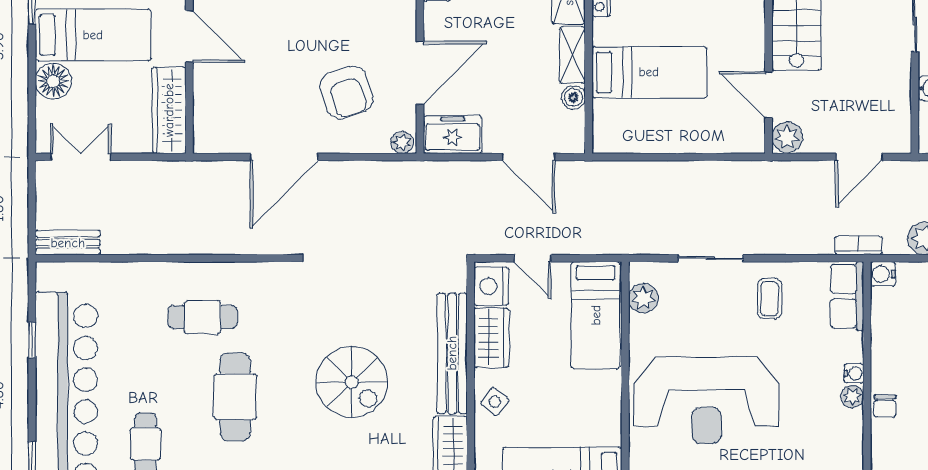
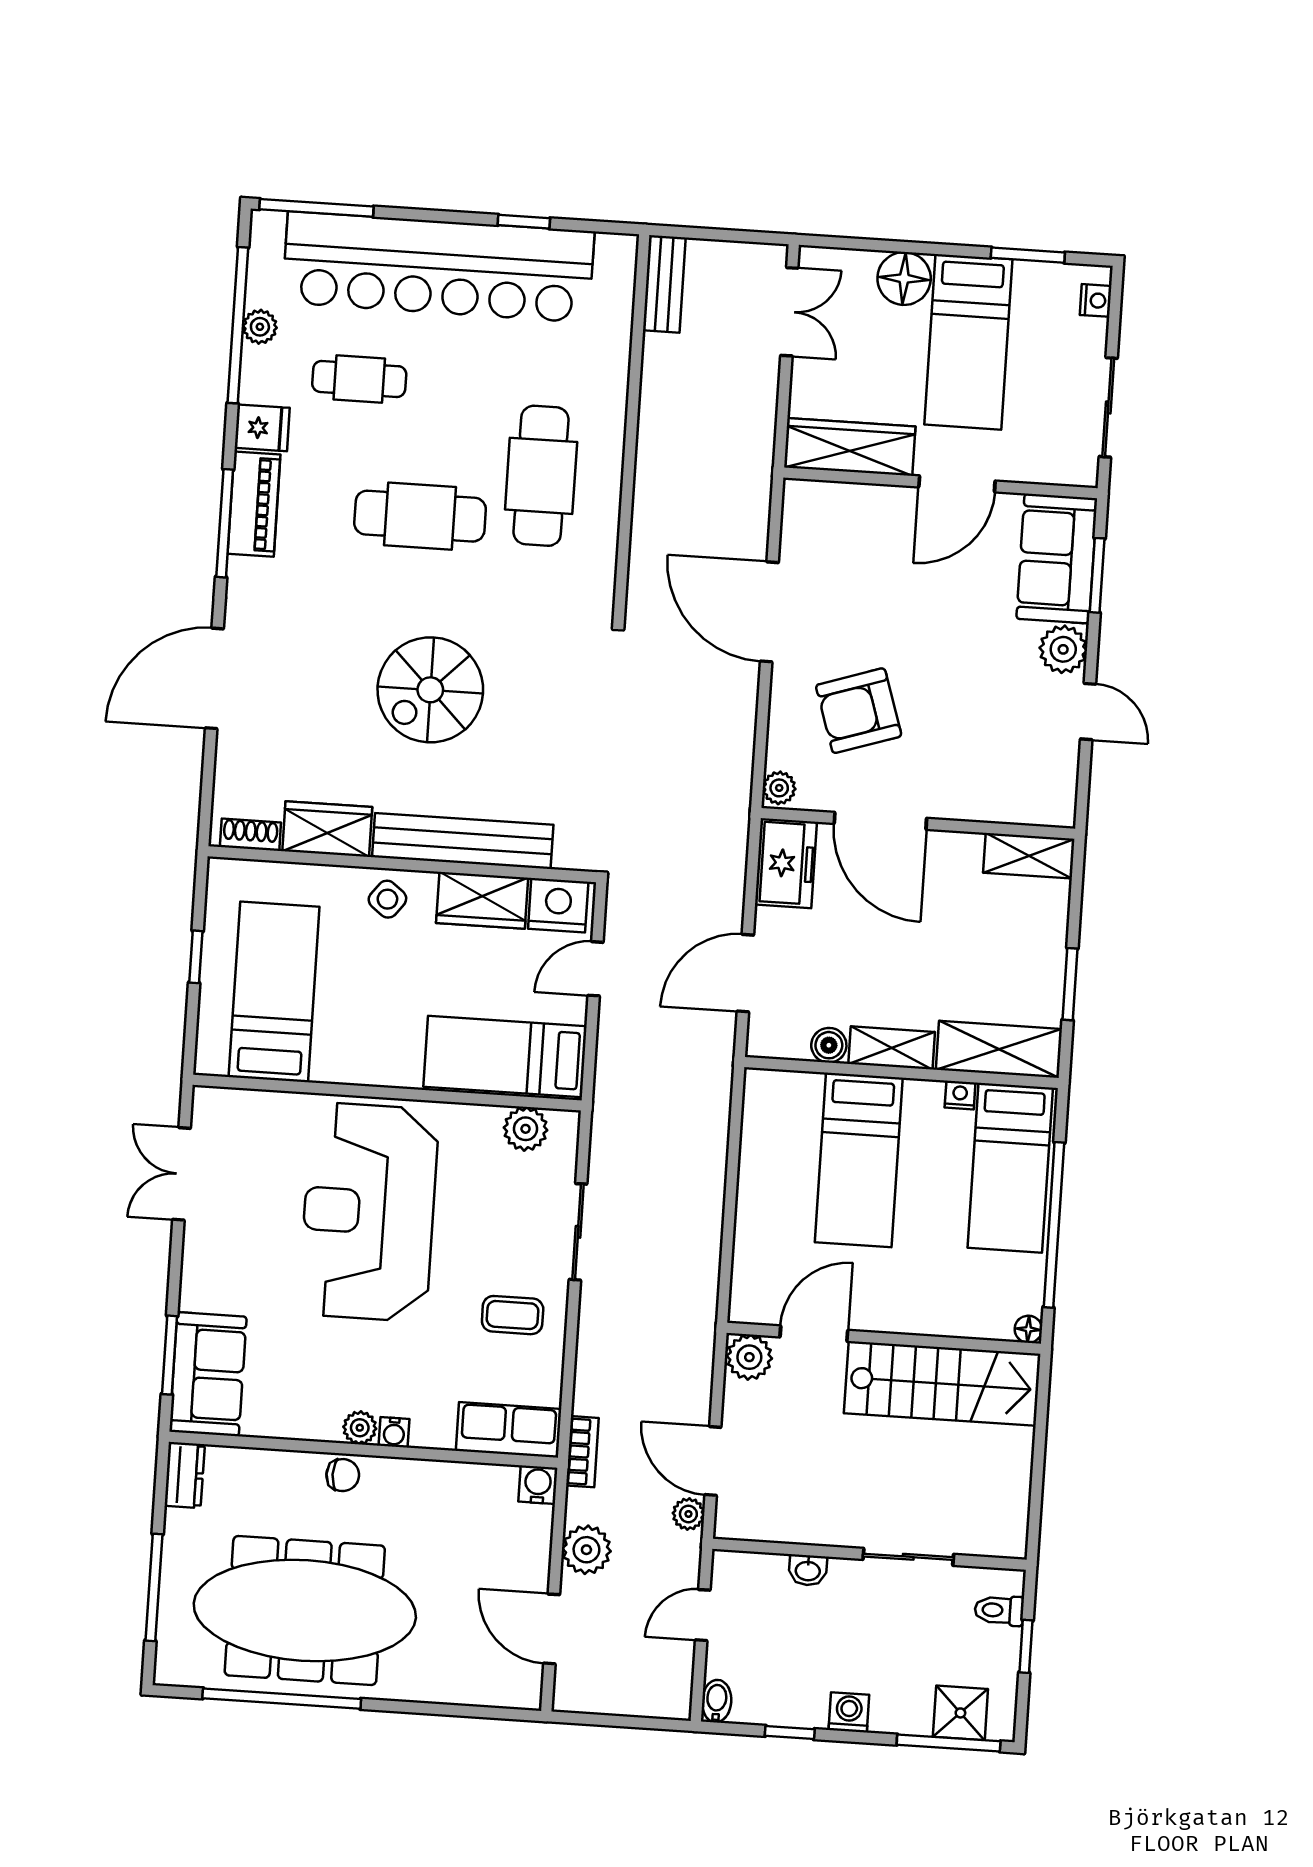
plant: (896, 171) -> (688, 1514), added
cafe table: (202, 317) -> (541, 476), width x1.37, depth x1.35
chair: (885, 406) -> (343, 1475), turned 180

